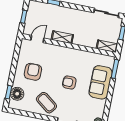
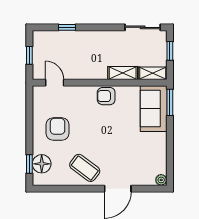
shelving: (62, 37) -> (123, 73), moved
door: (37, 39) -> (55, 83), hinge flipped
armchair: (69, 82) -> (106, 96), moved
sofa: (100, 82) -> (154, 109), moved

